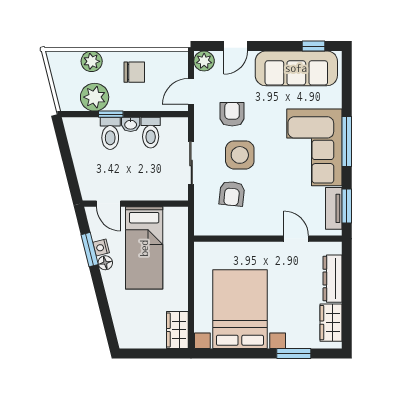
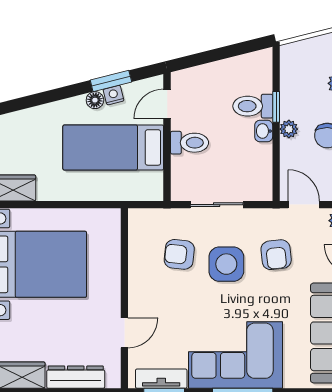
plant: (95, 97) -> (289, 129), moved, width x0.53, depth x0.53
armchair: (232, 114) -> (276, 255), turned 84
toilet: (151, 133) -> (190, 143), moved, turned 180

